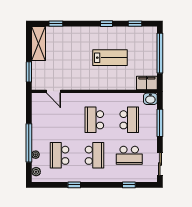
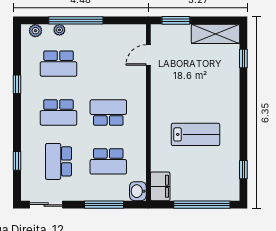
window: (106, 24) -> (243, 129), removed
lab bench: (110, 58) -> (196, 134), turned -90
school desk: (60, 155) -> (58, 64), turned 180

